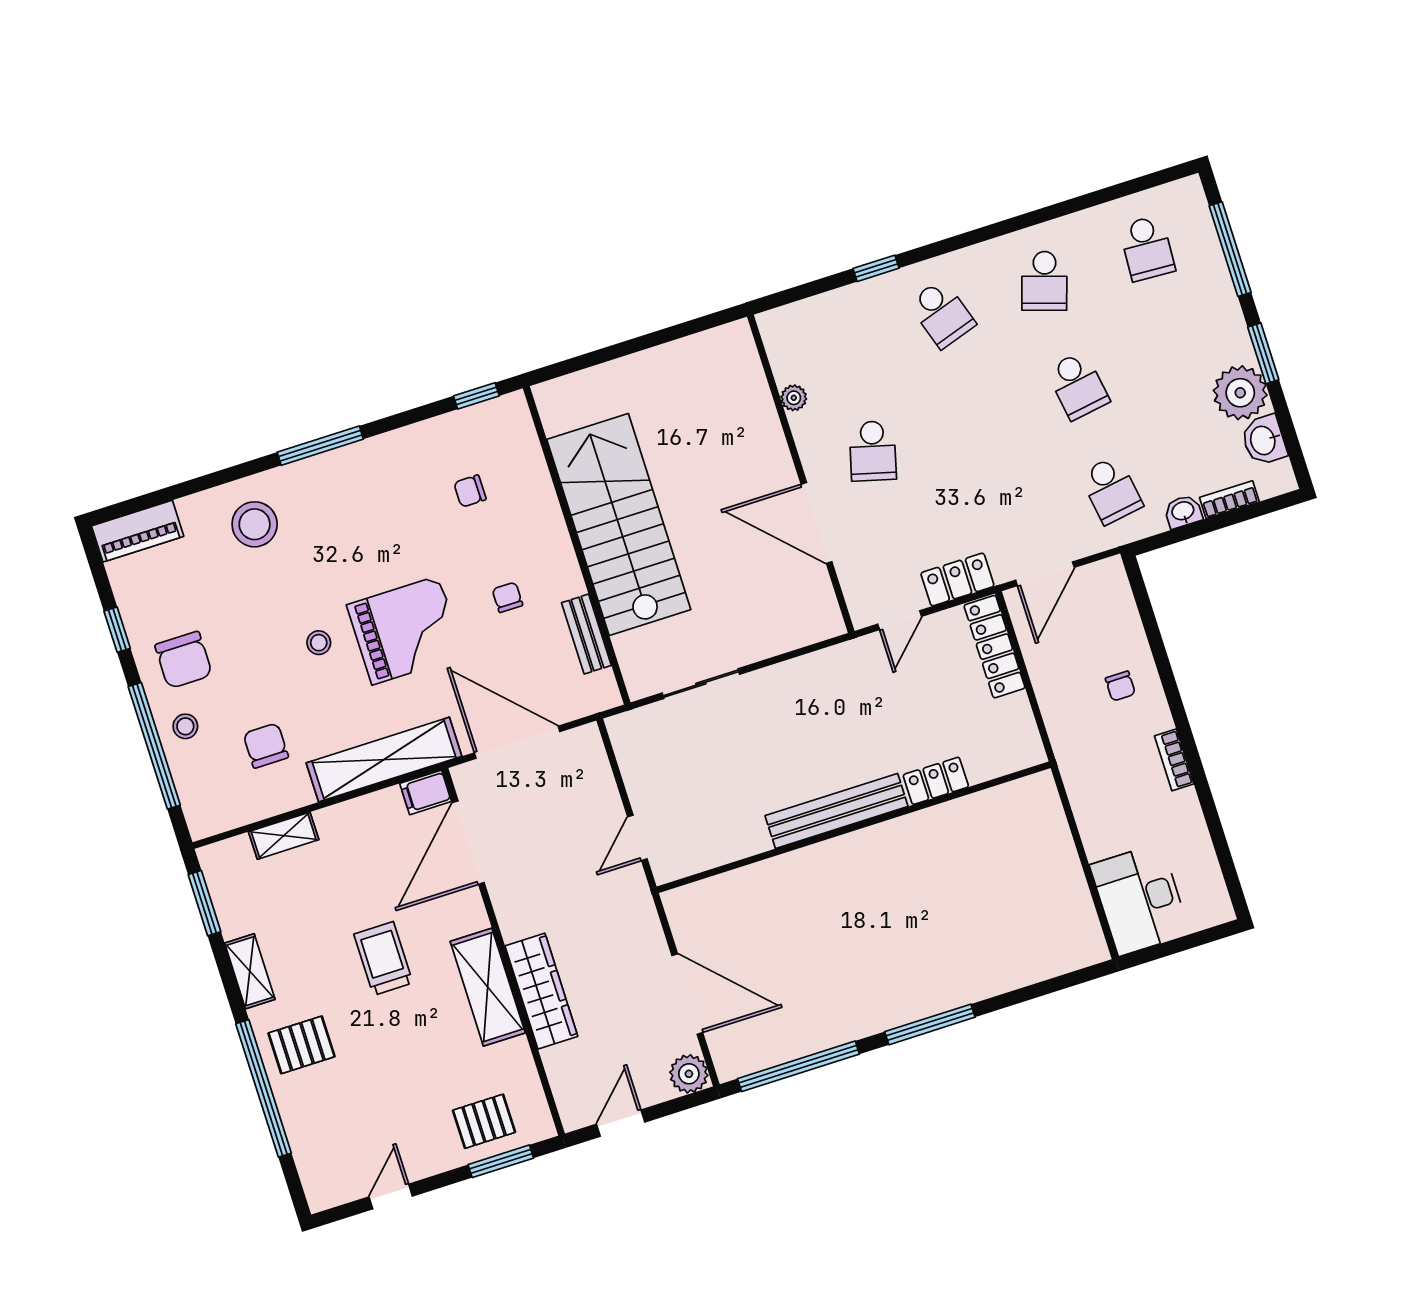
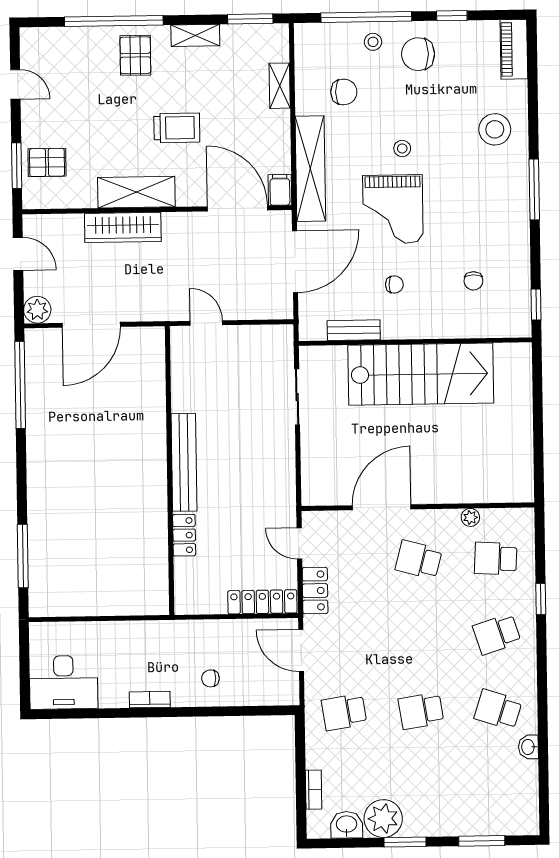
school desk: (1147, 248) -> (496, 558), moved
window: (1230, 249) -> (482, 841), width x0.69
chair: (470, 491) -> (473, 281), turned 180
washbasin: (1183, 512) -> (528, 747), moved, turned 180
desk: (1140, 899) -> (64, 682), moved, turned 180
window: (930, 1024) -> (23, 556), moved
pallet: (484, 1121) -> (47, 162), turned 90

